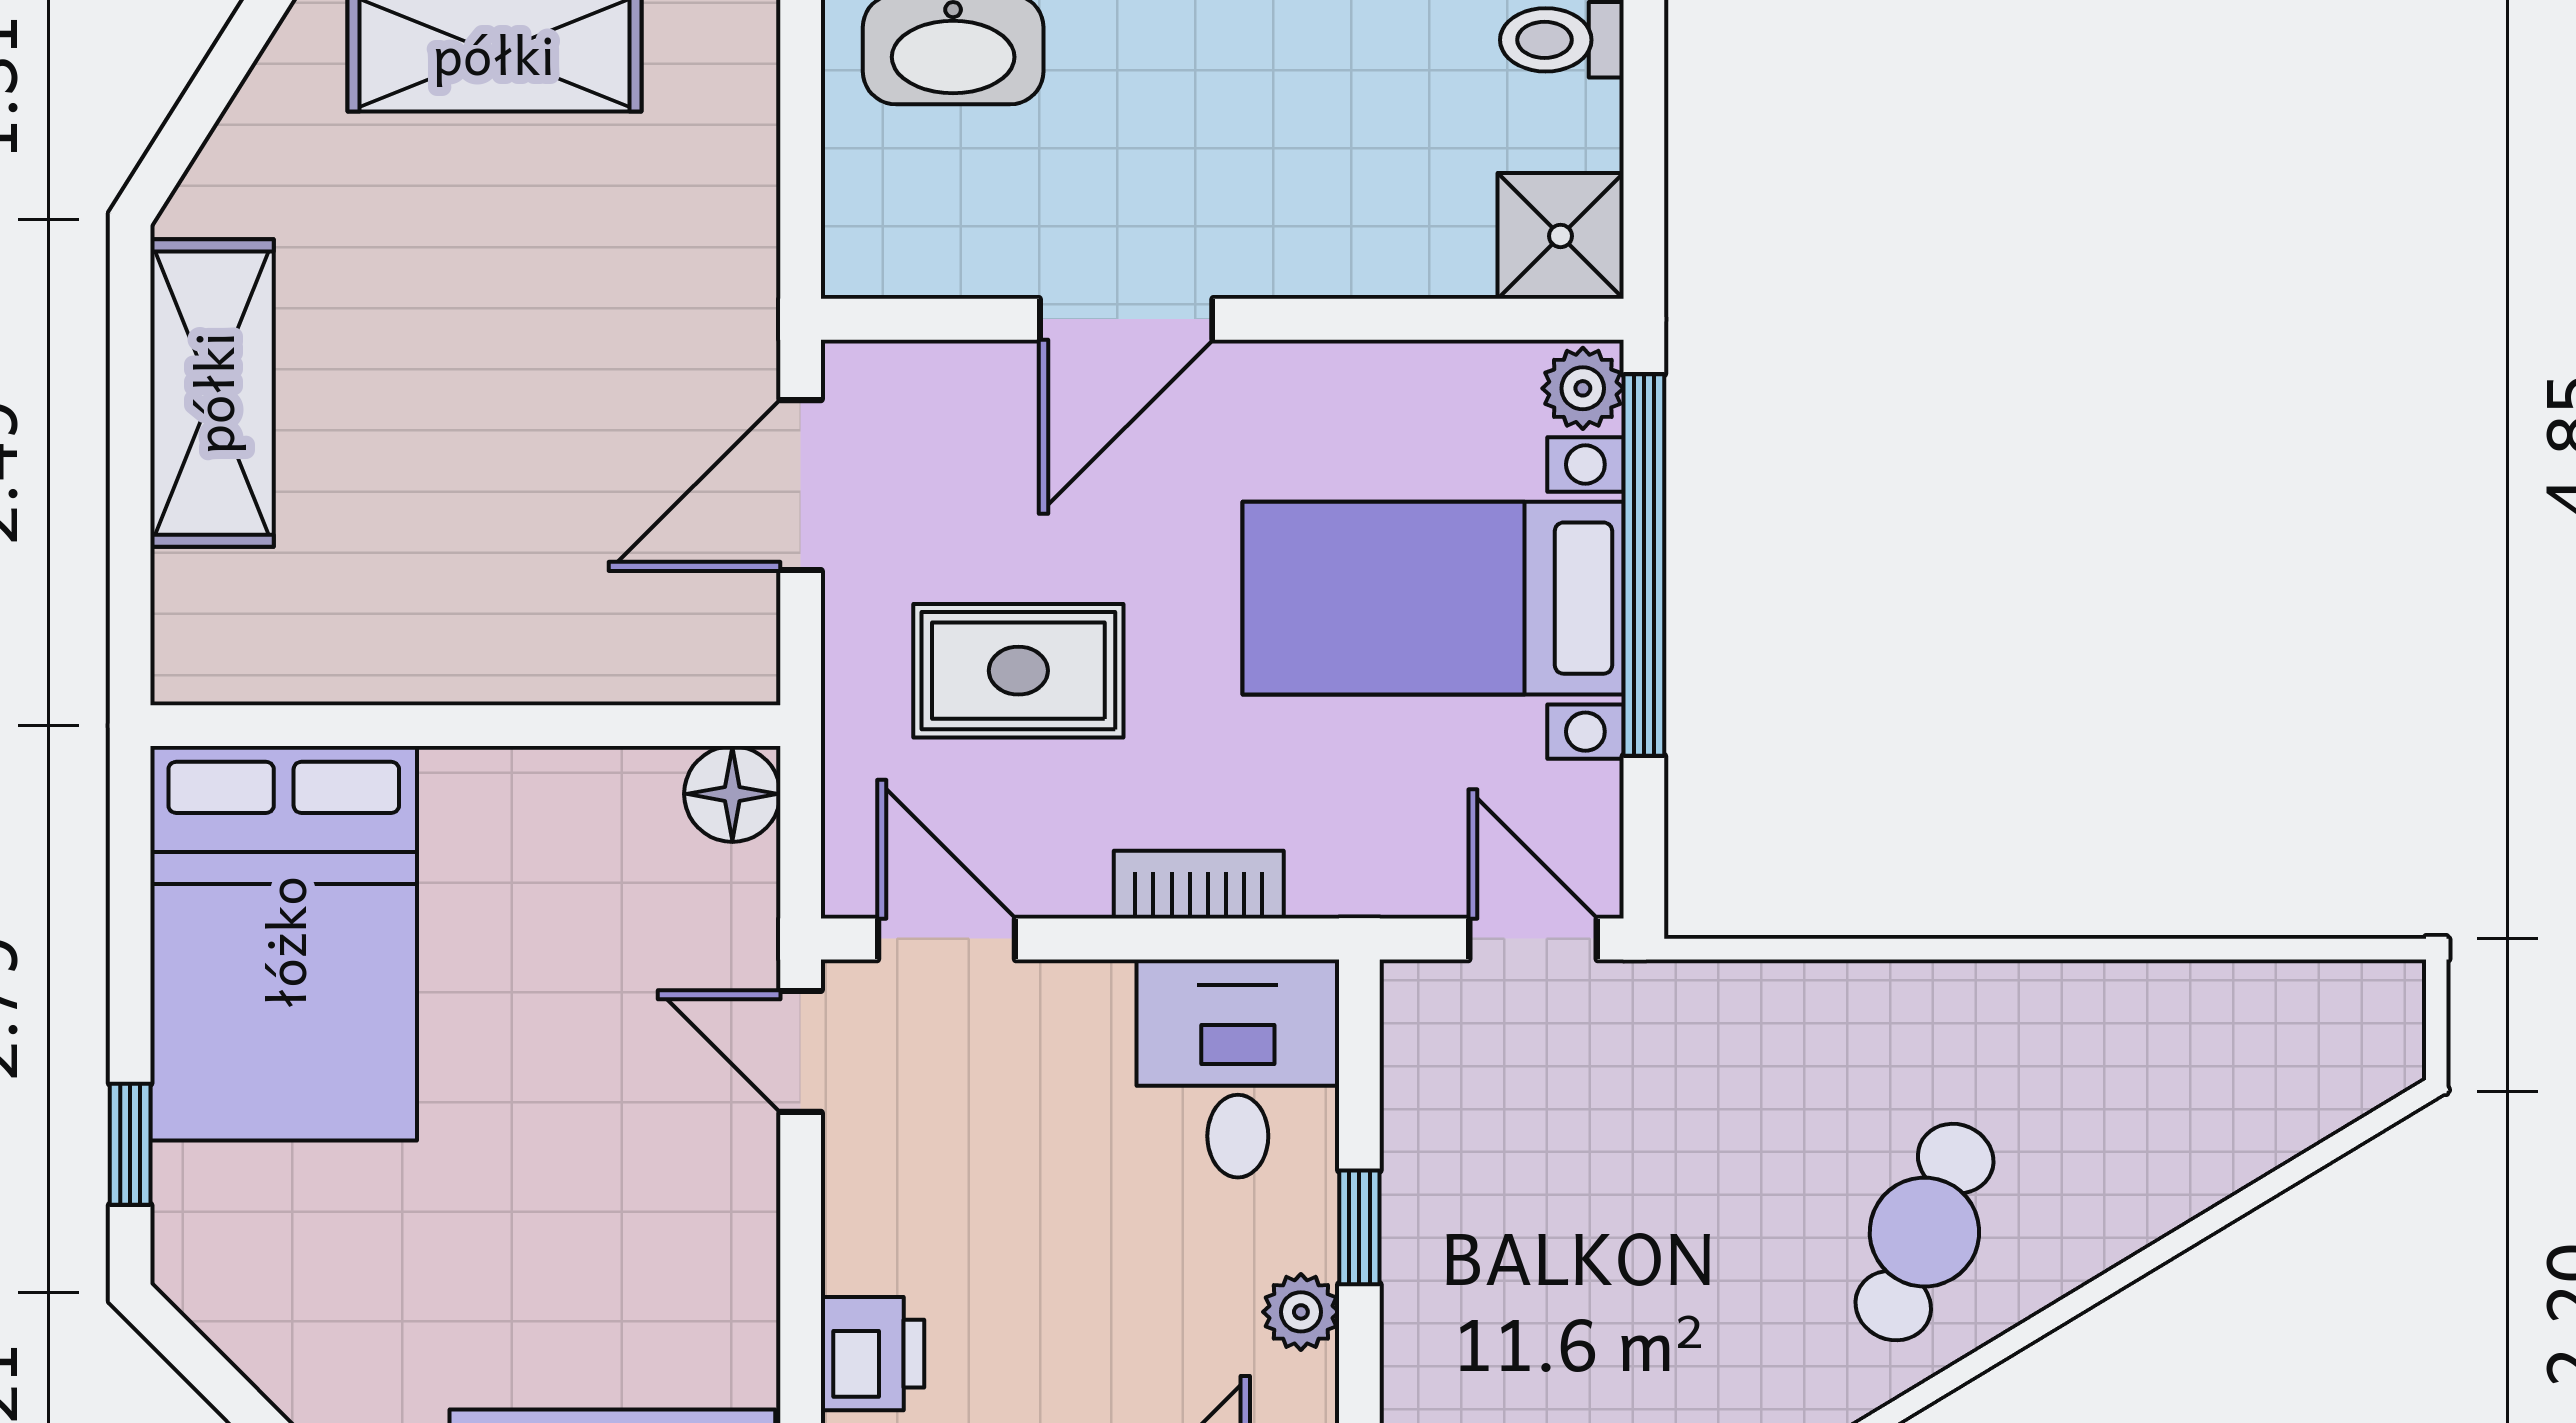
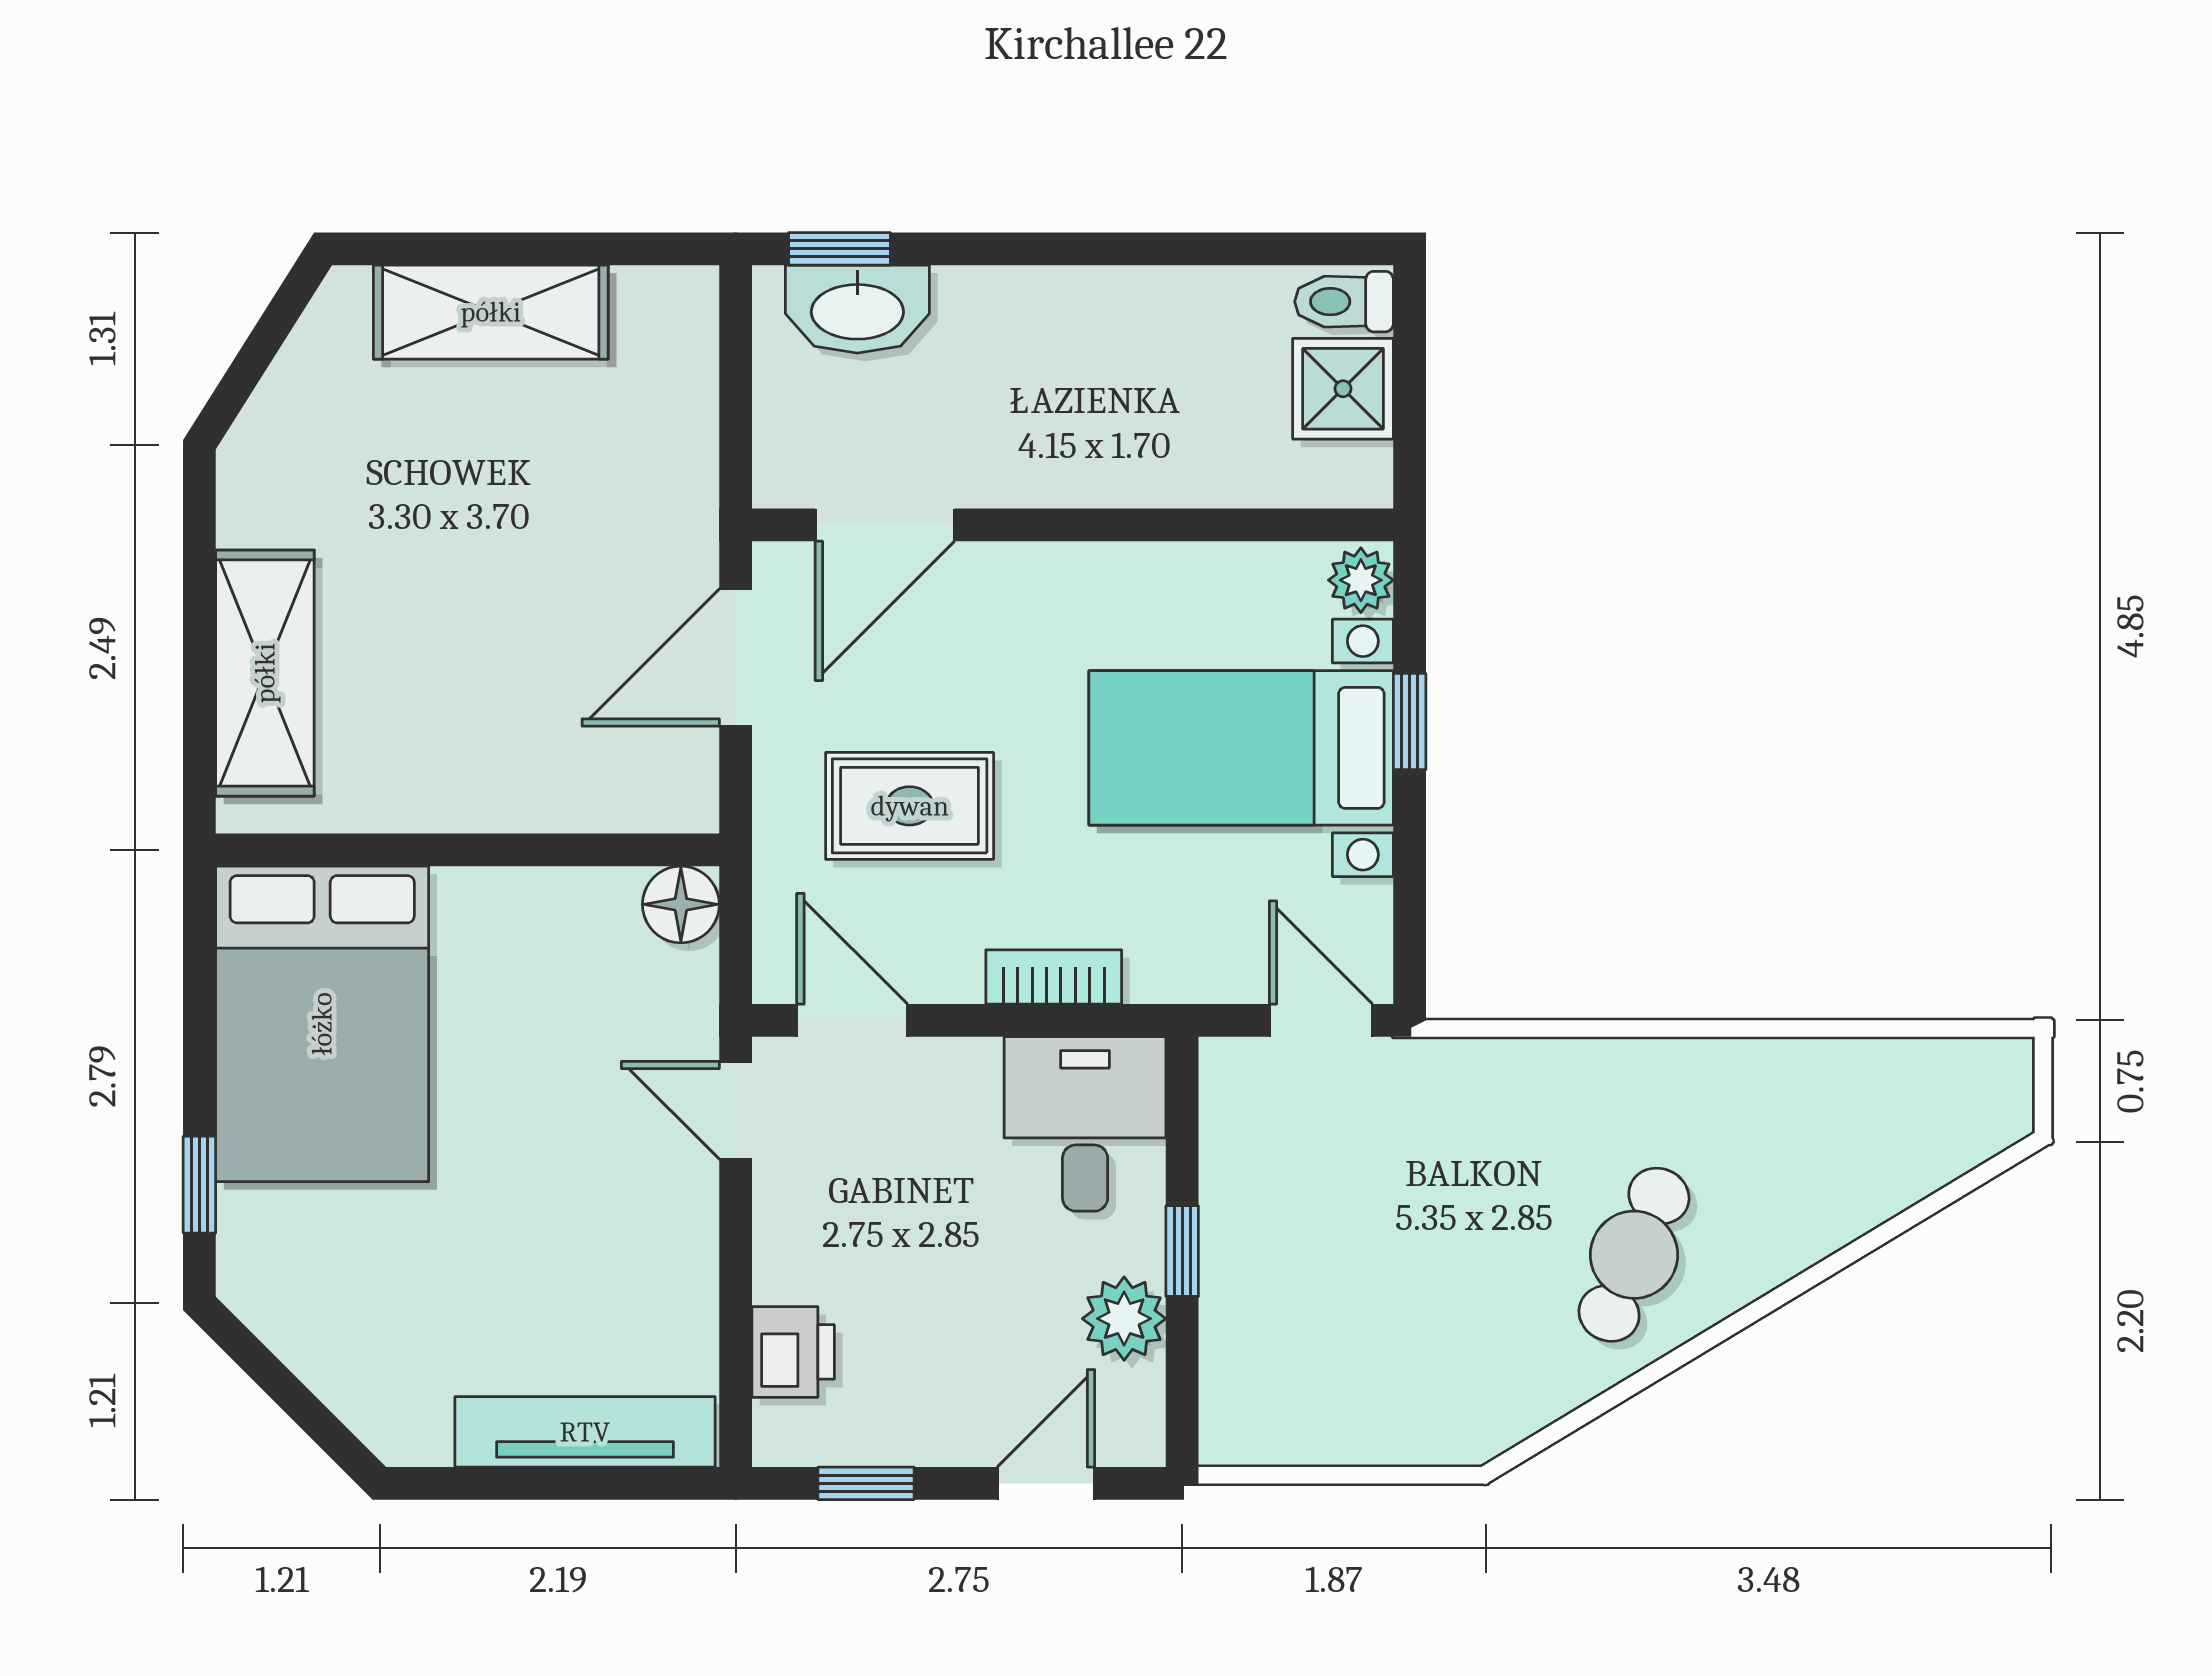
shower: (1561, 236) -> (1343, 389), moved
door: (1126, 319) -> (885, 525), moved
shelving: (212, 393) -> (265, 673), moved
window: (1644, 565) -> (1410, 721), width x0.32
plant: (1301, 1312) -> (1124, 1319), width x1.38, depth x1.38

